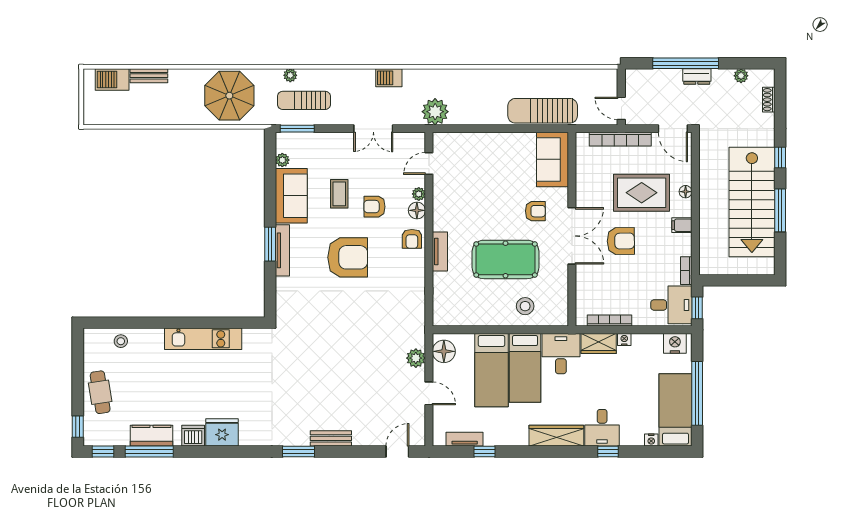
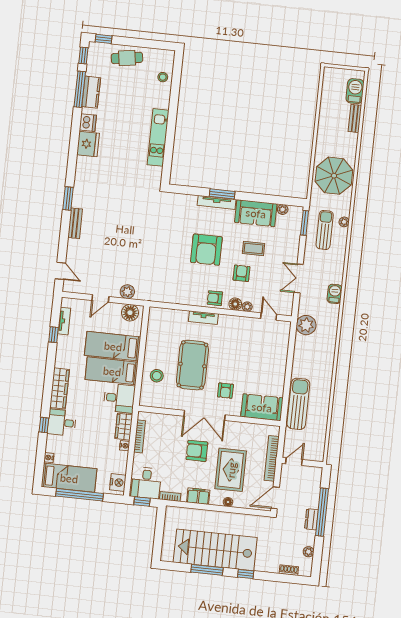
filing cabinet: (682, 225) -> (198, 496), width x2.00
armchair: (621, 241) -> (197, 451), turned 91

